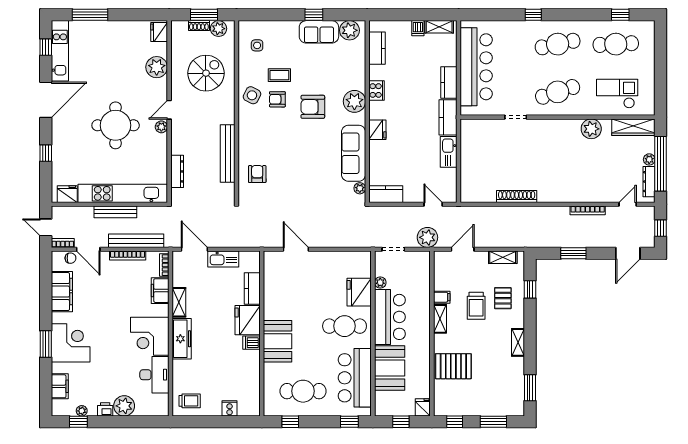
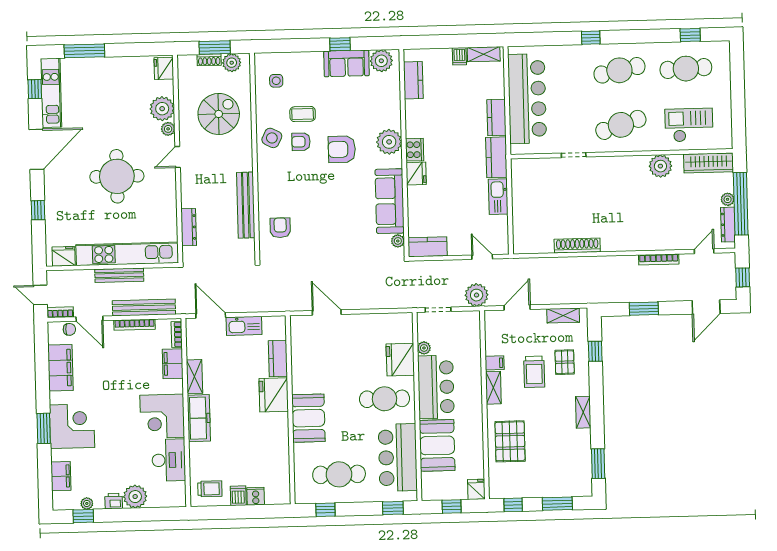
cooker: (377, 91) -> (415, 150), moved
plant: (161, 127) -> (168, 129), moved
dishwasher: (252, 343) -> (238, 496), moved, turned 90
pallet: (453, 366) -> (510, 441), turned 90

